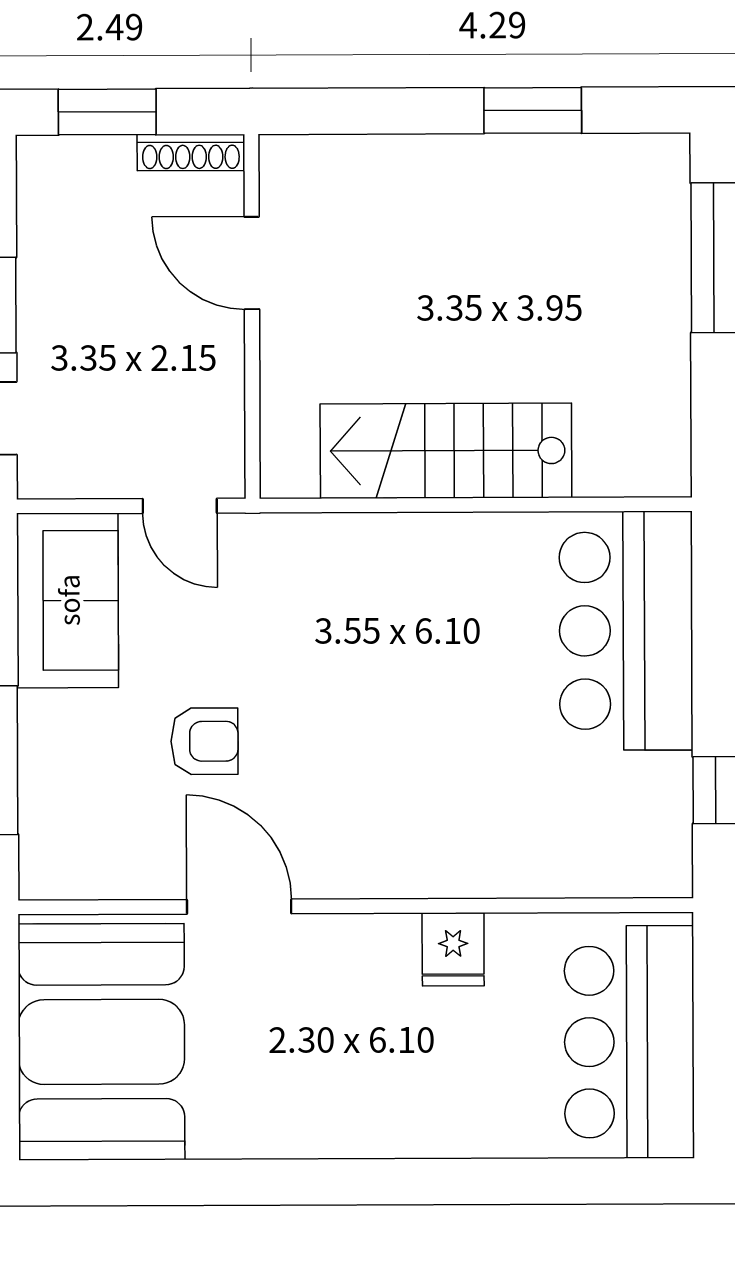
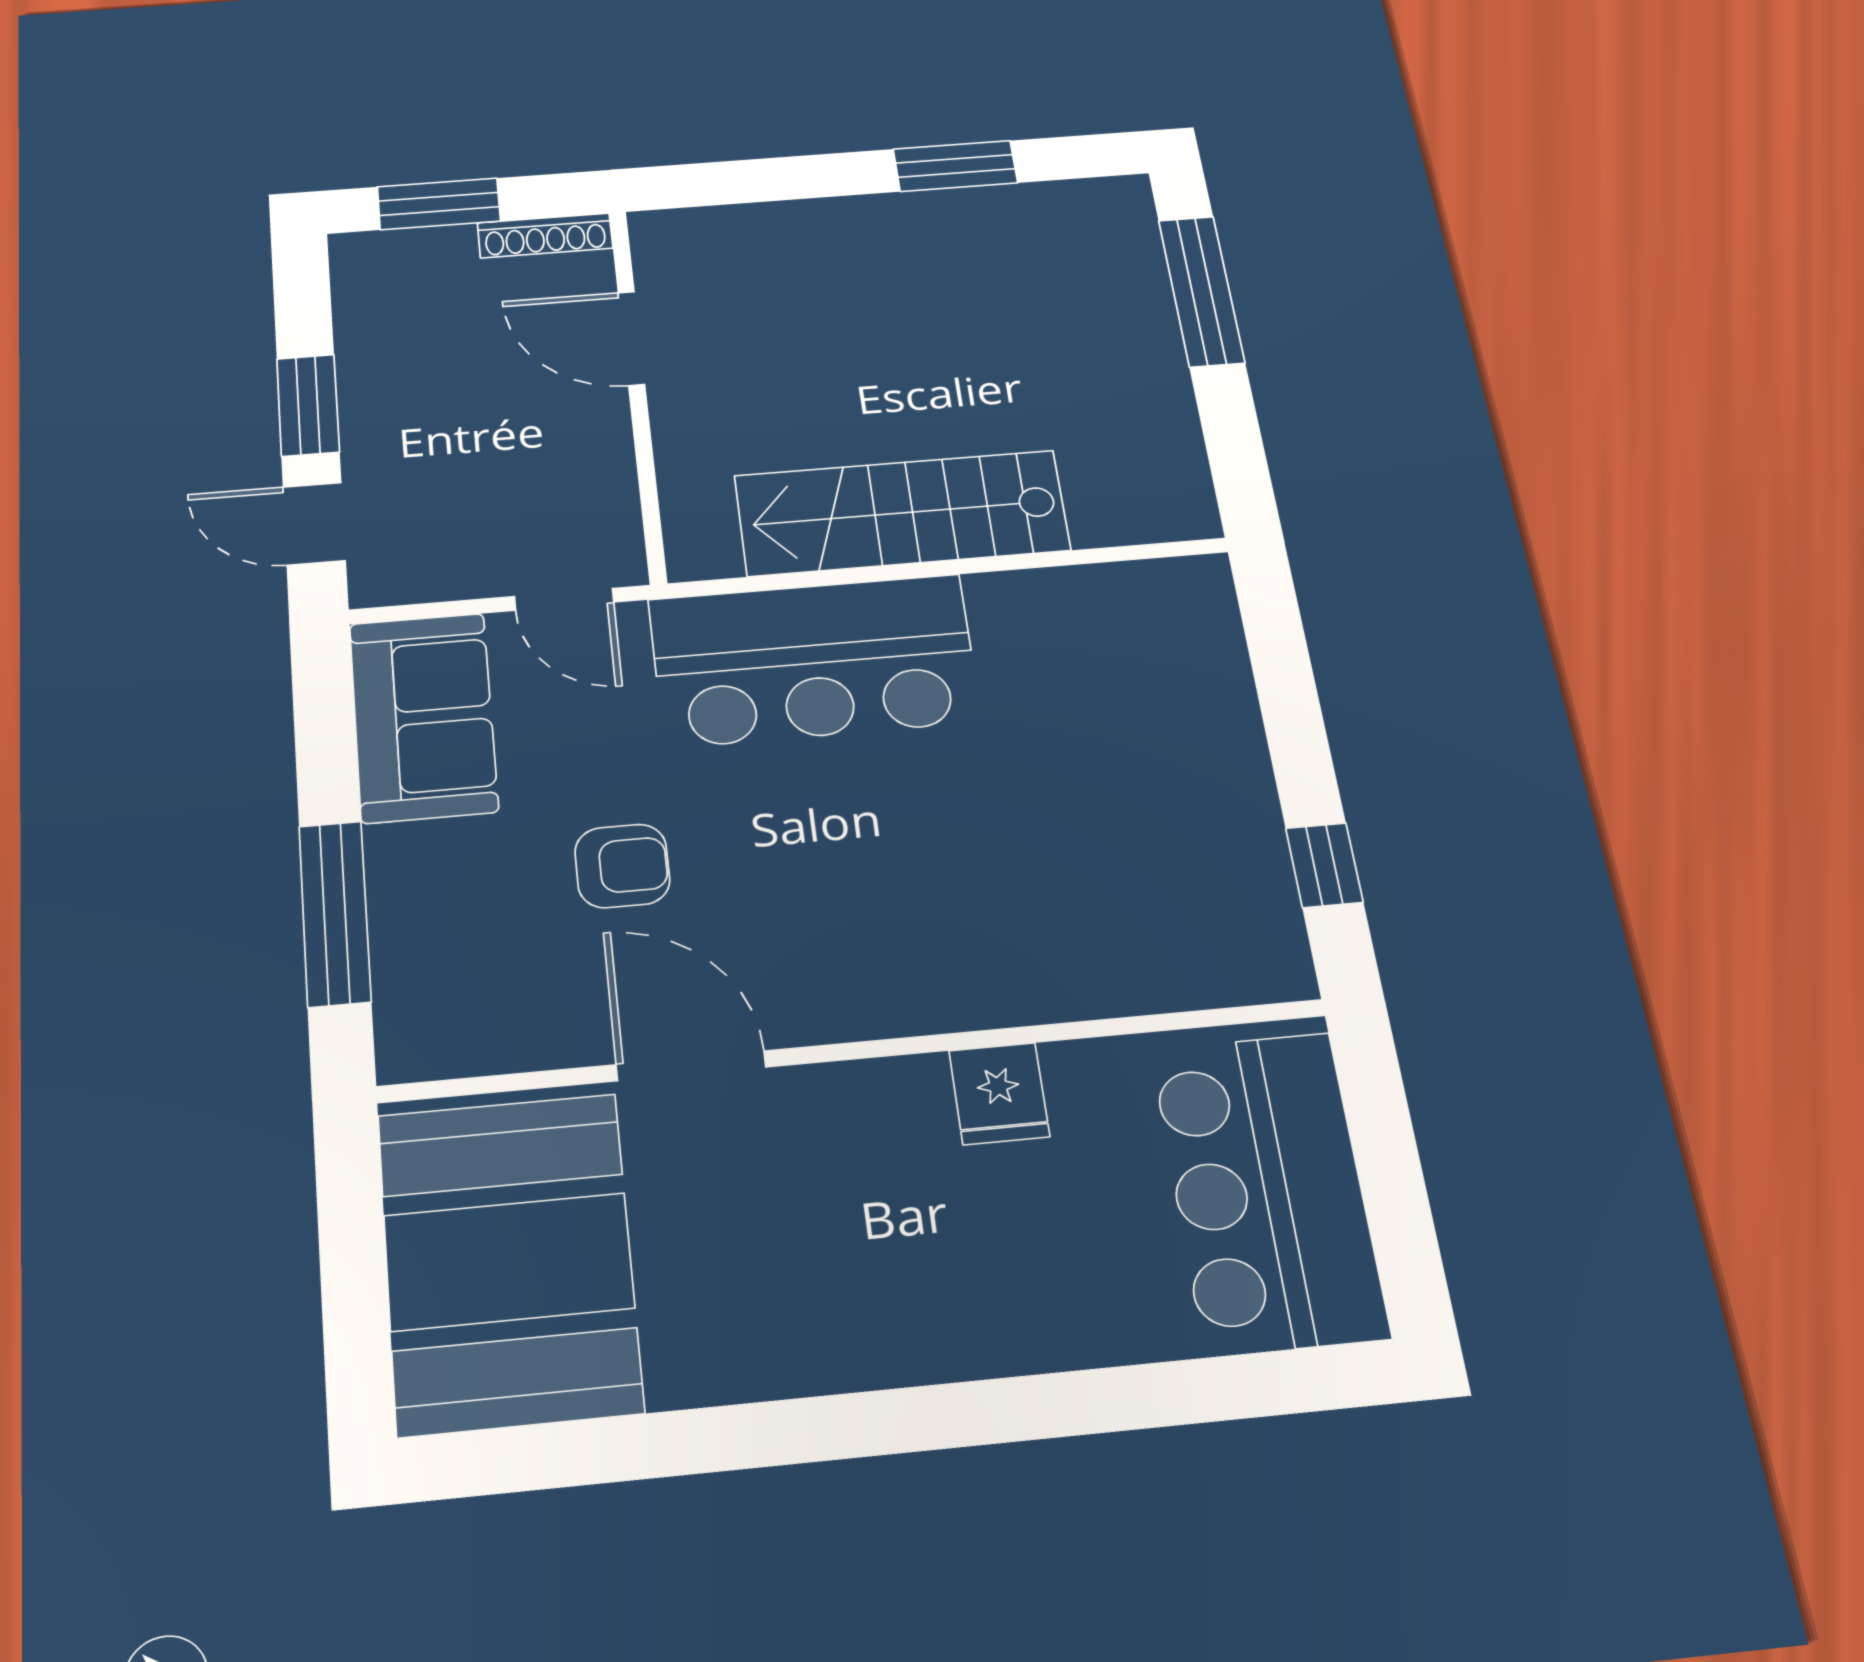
bar counter: (626, 631) -> (814, 660), moved, turned -90

